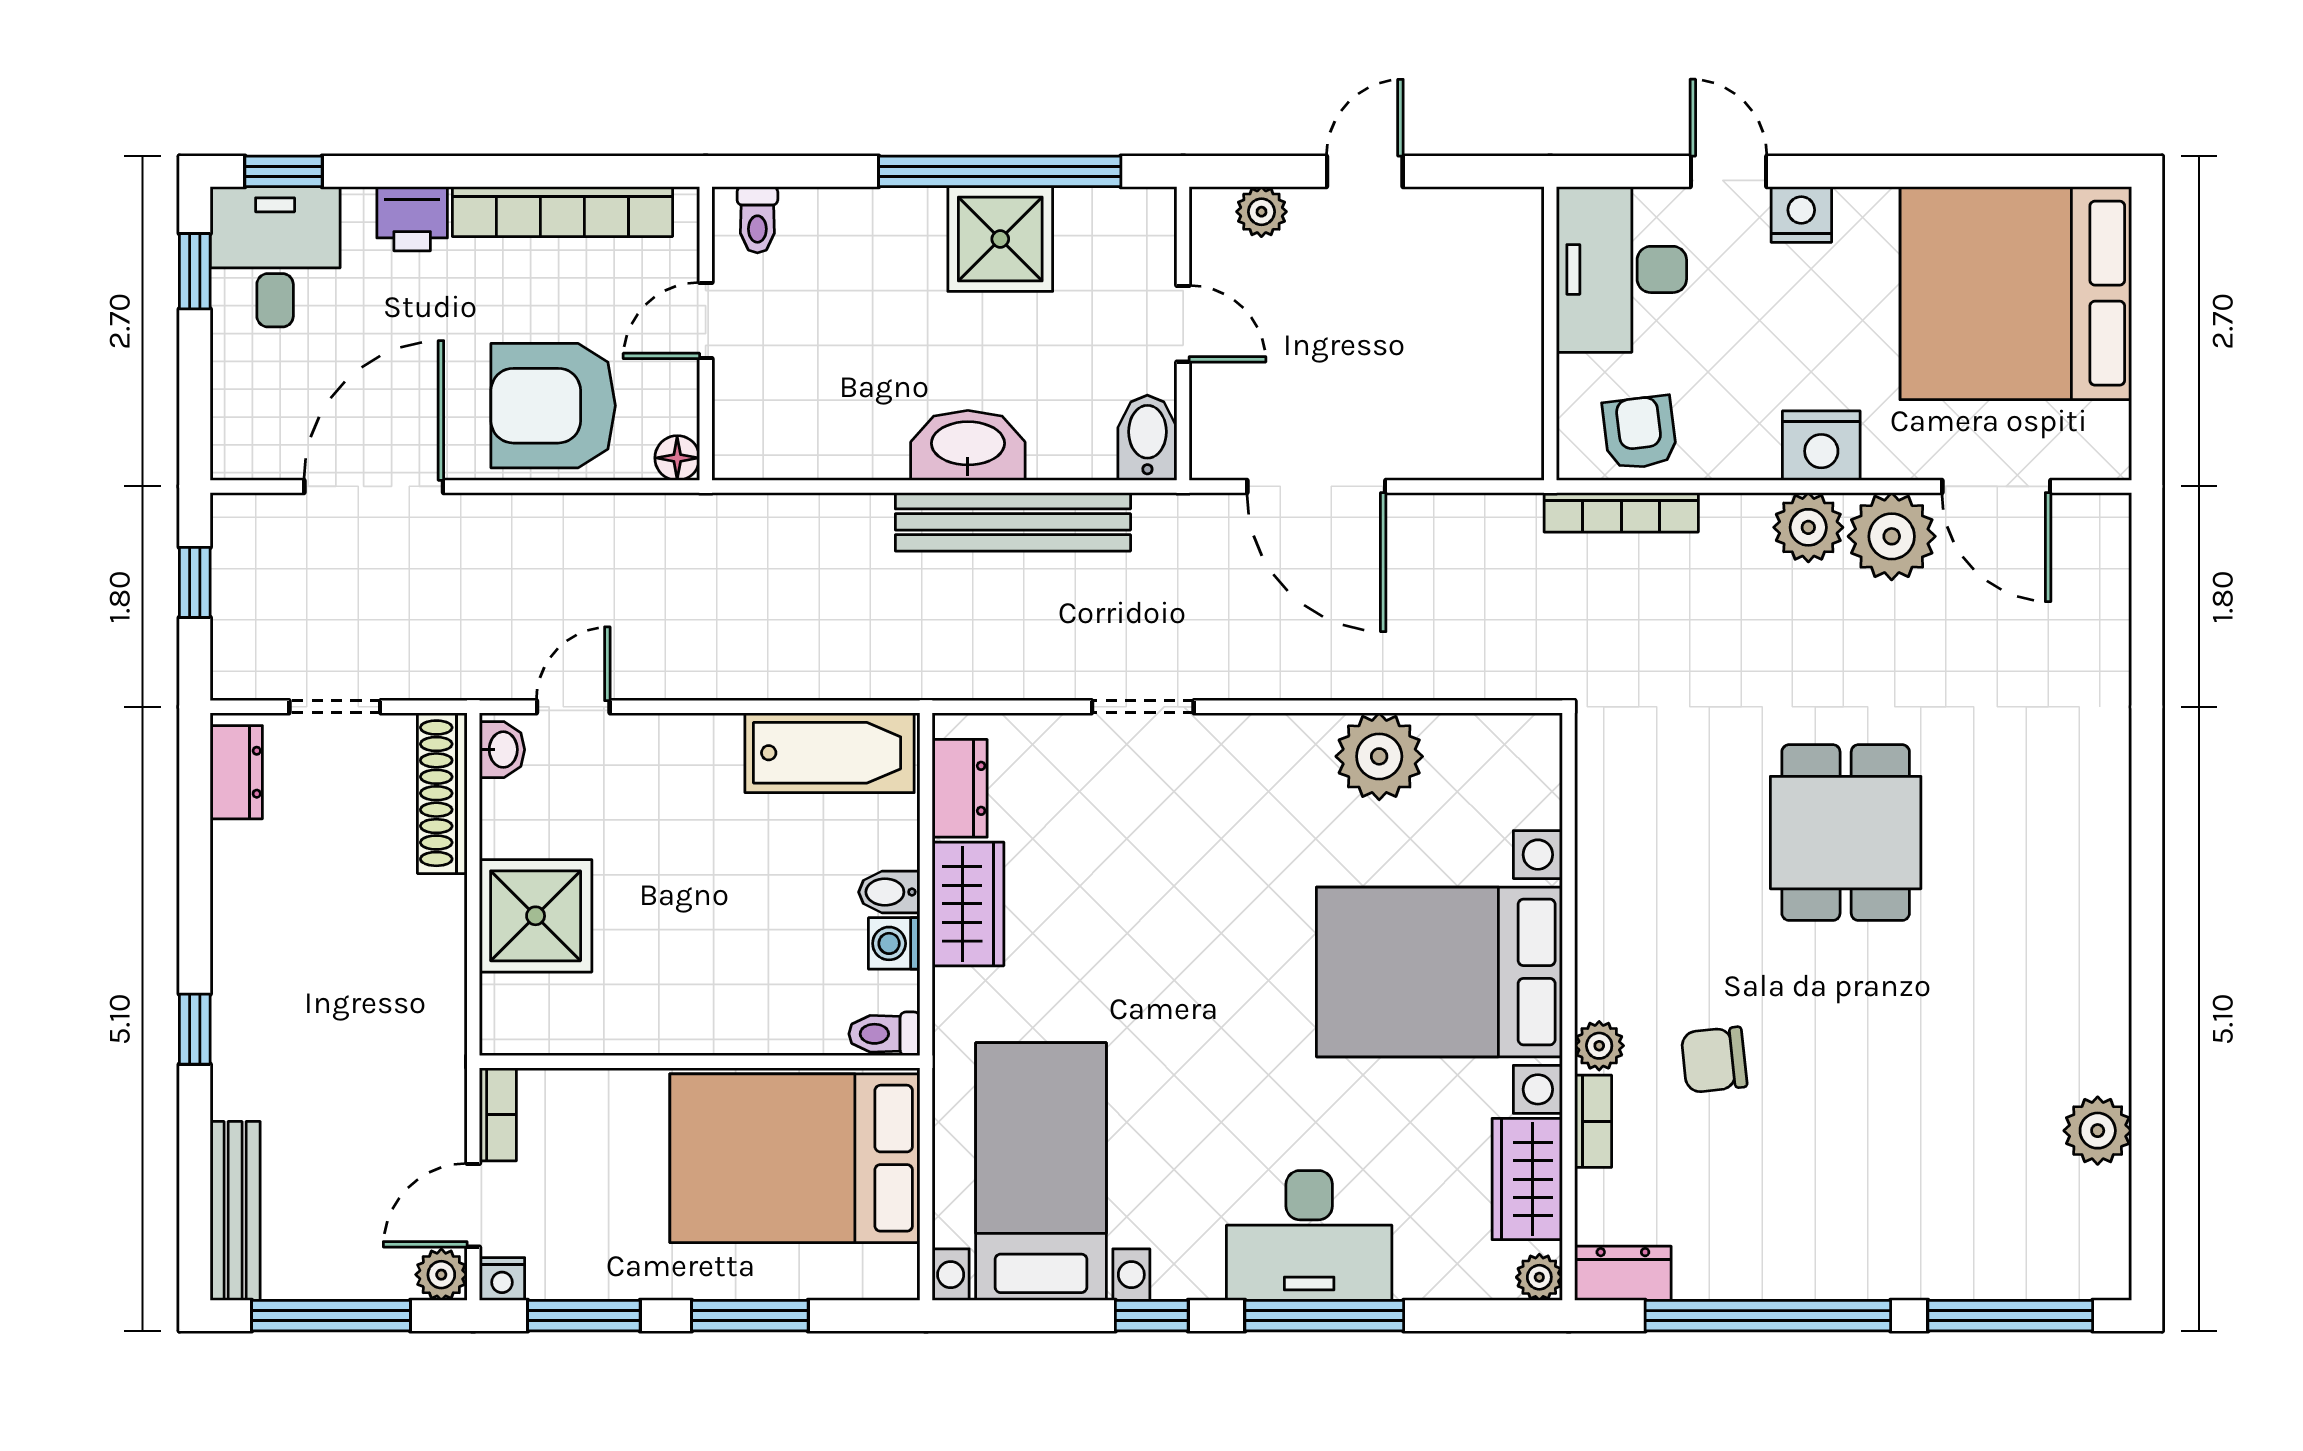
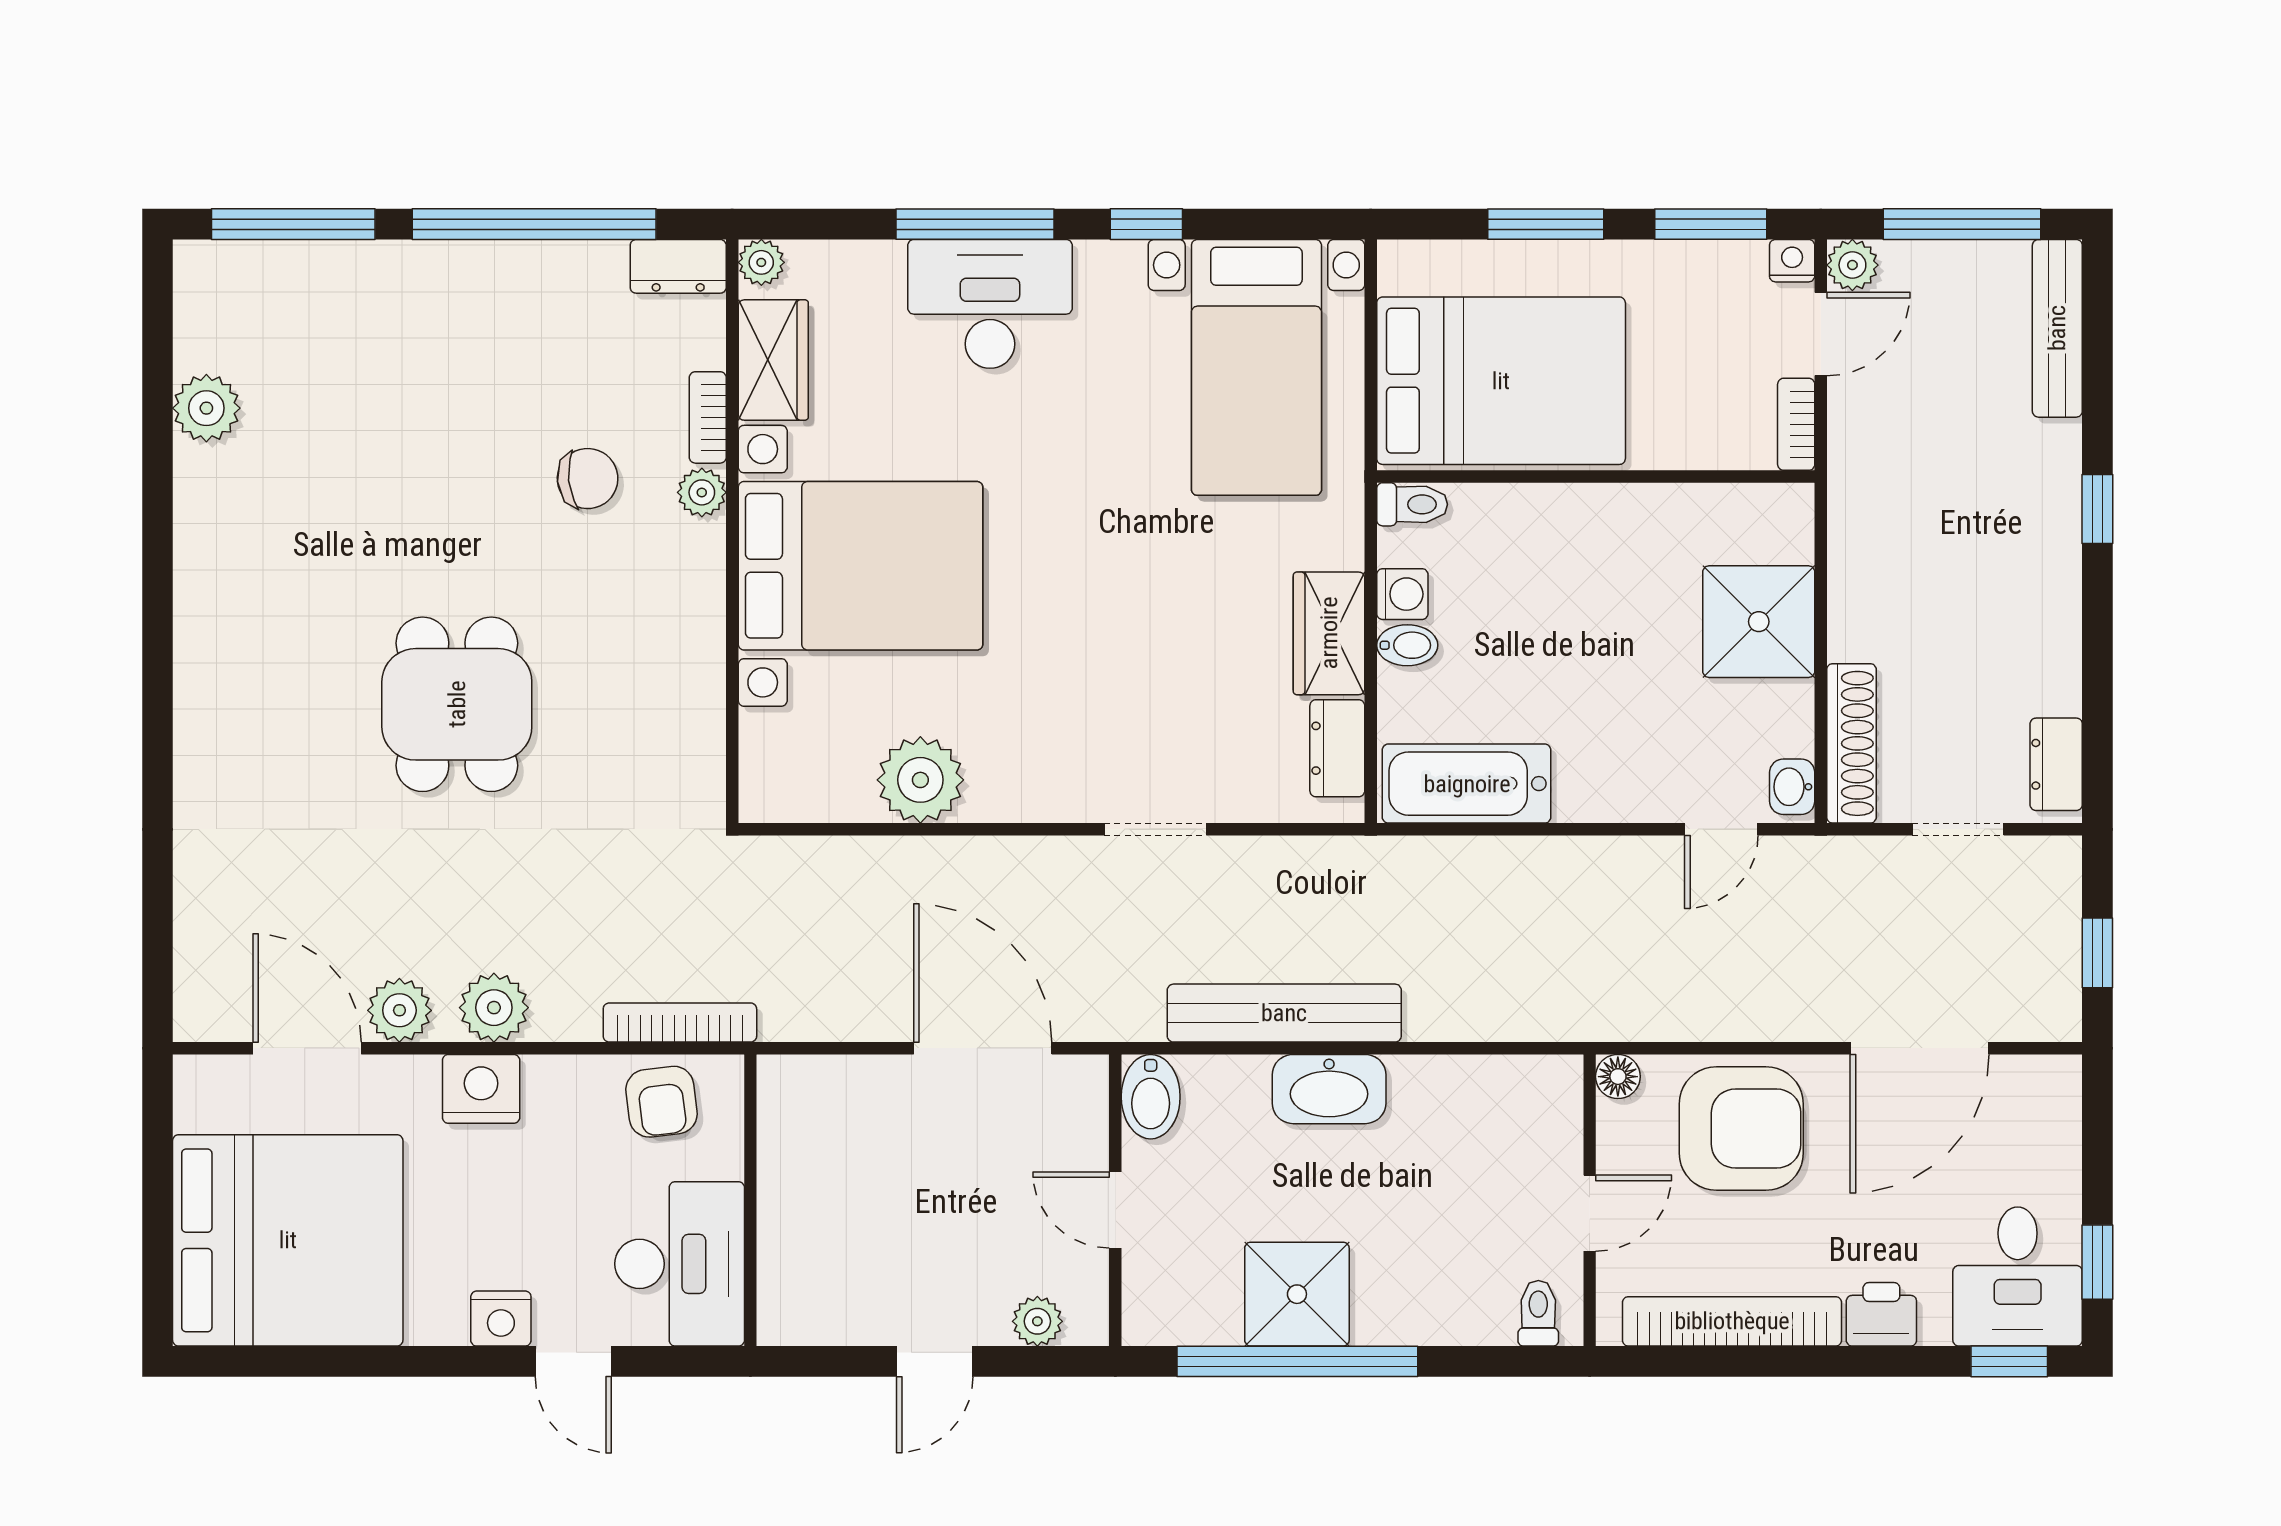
plant: (1892, 536) -> (399, 1010), width x0.73, depth x0.73

